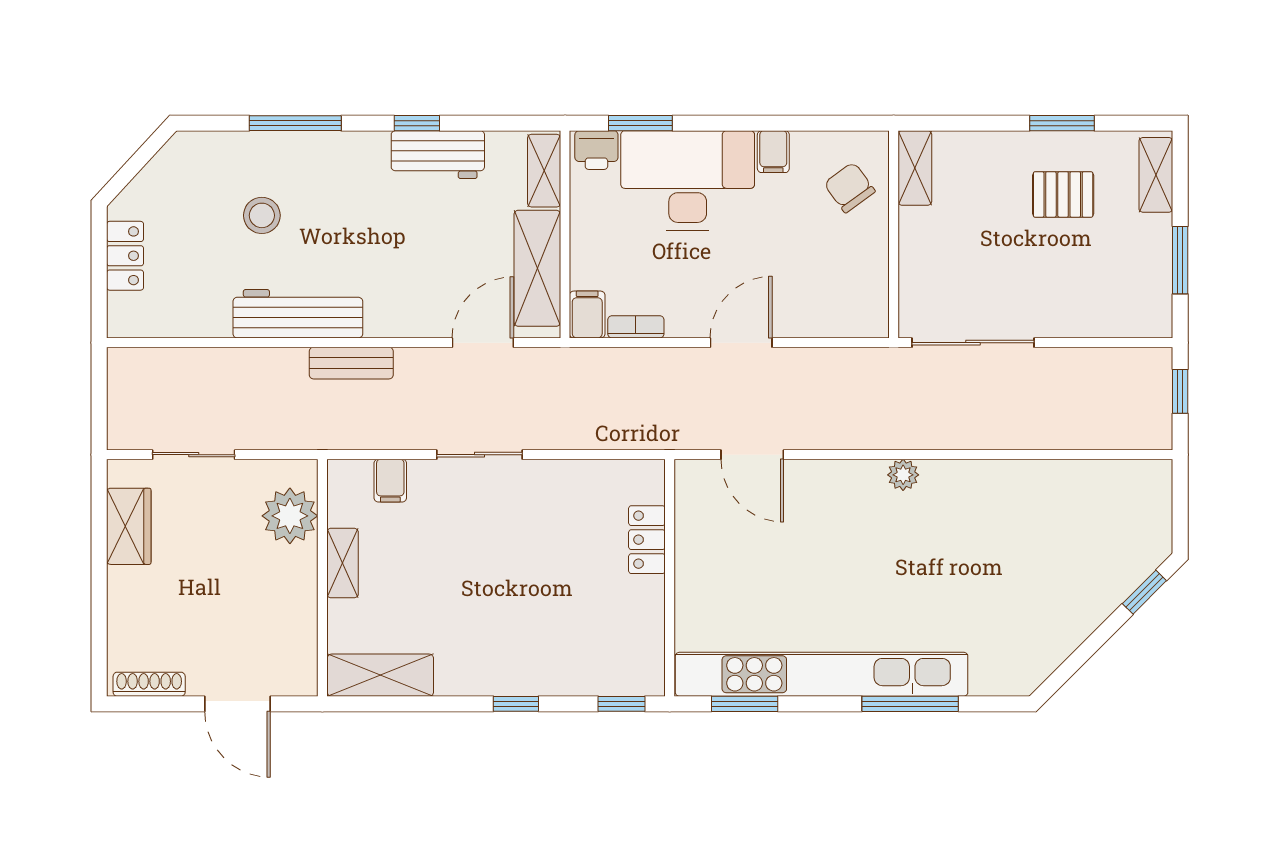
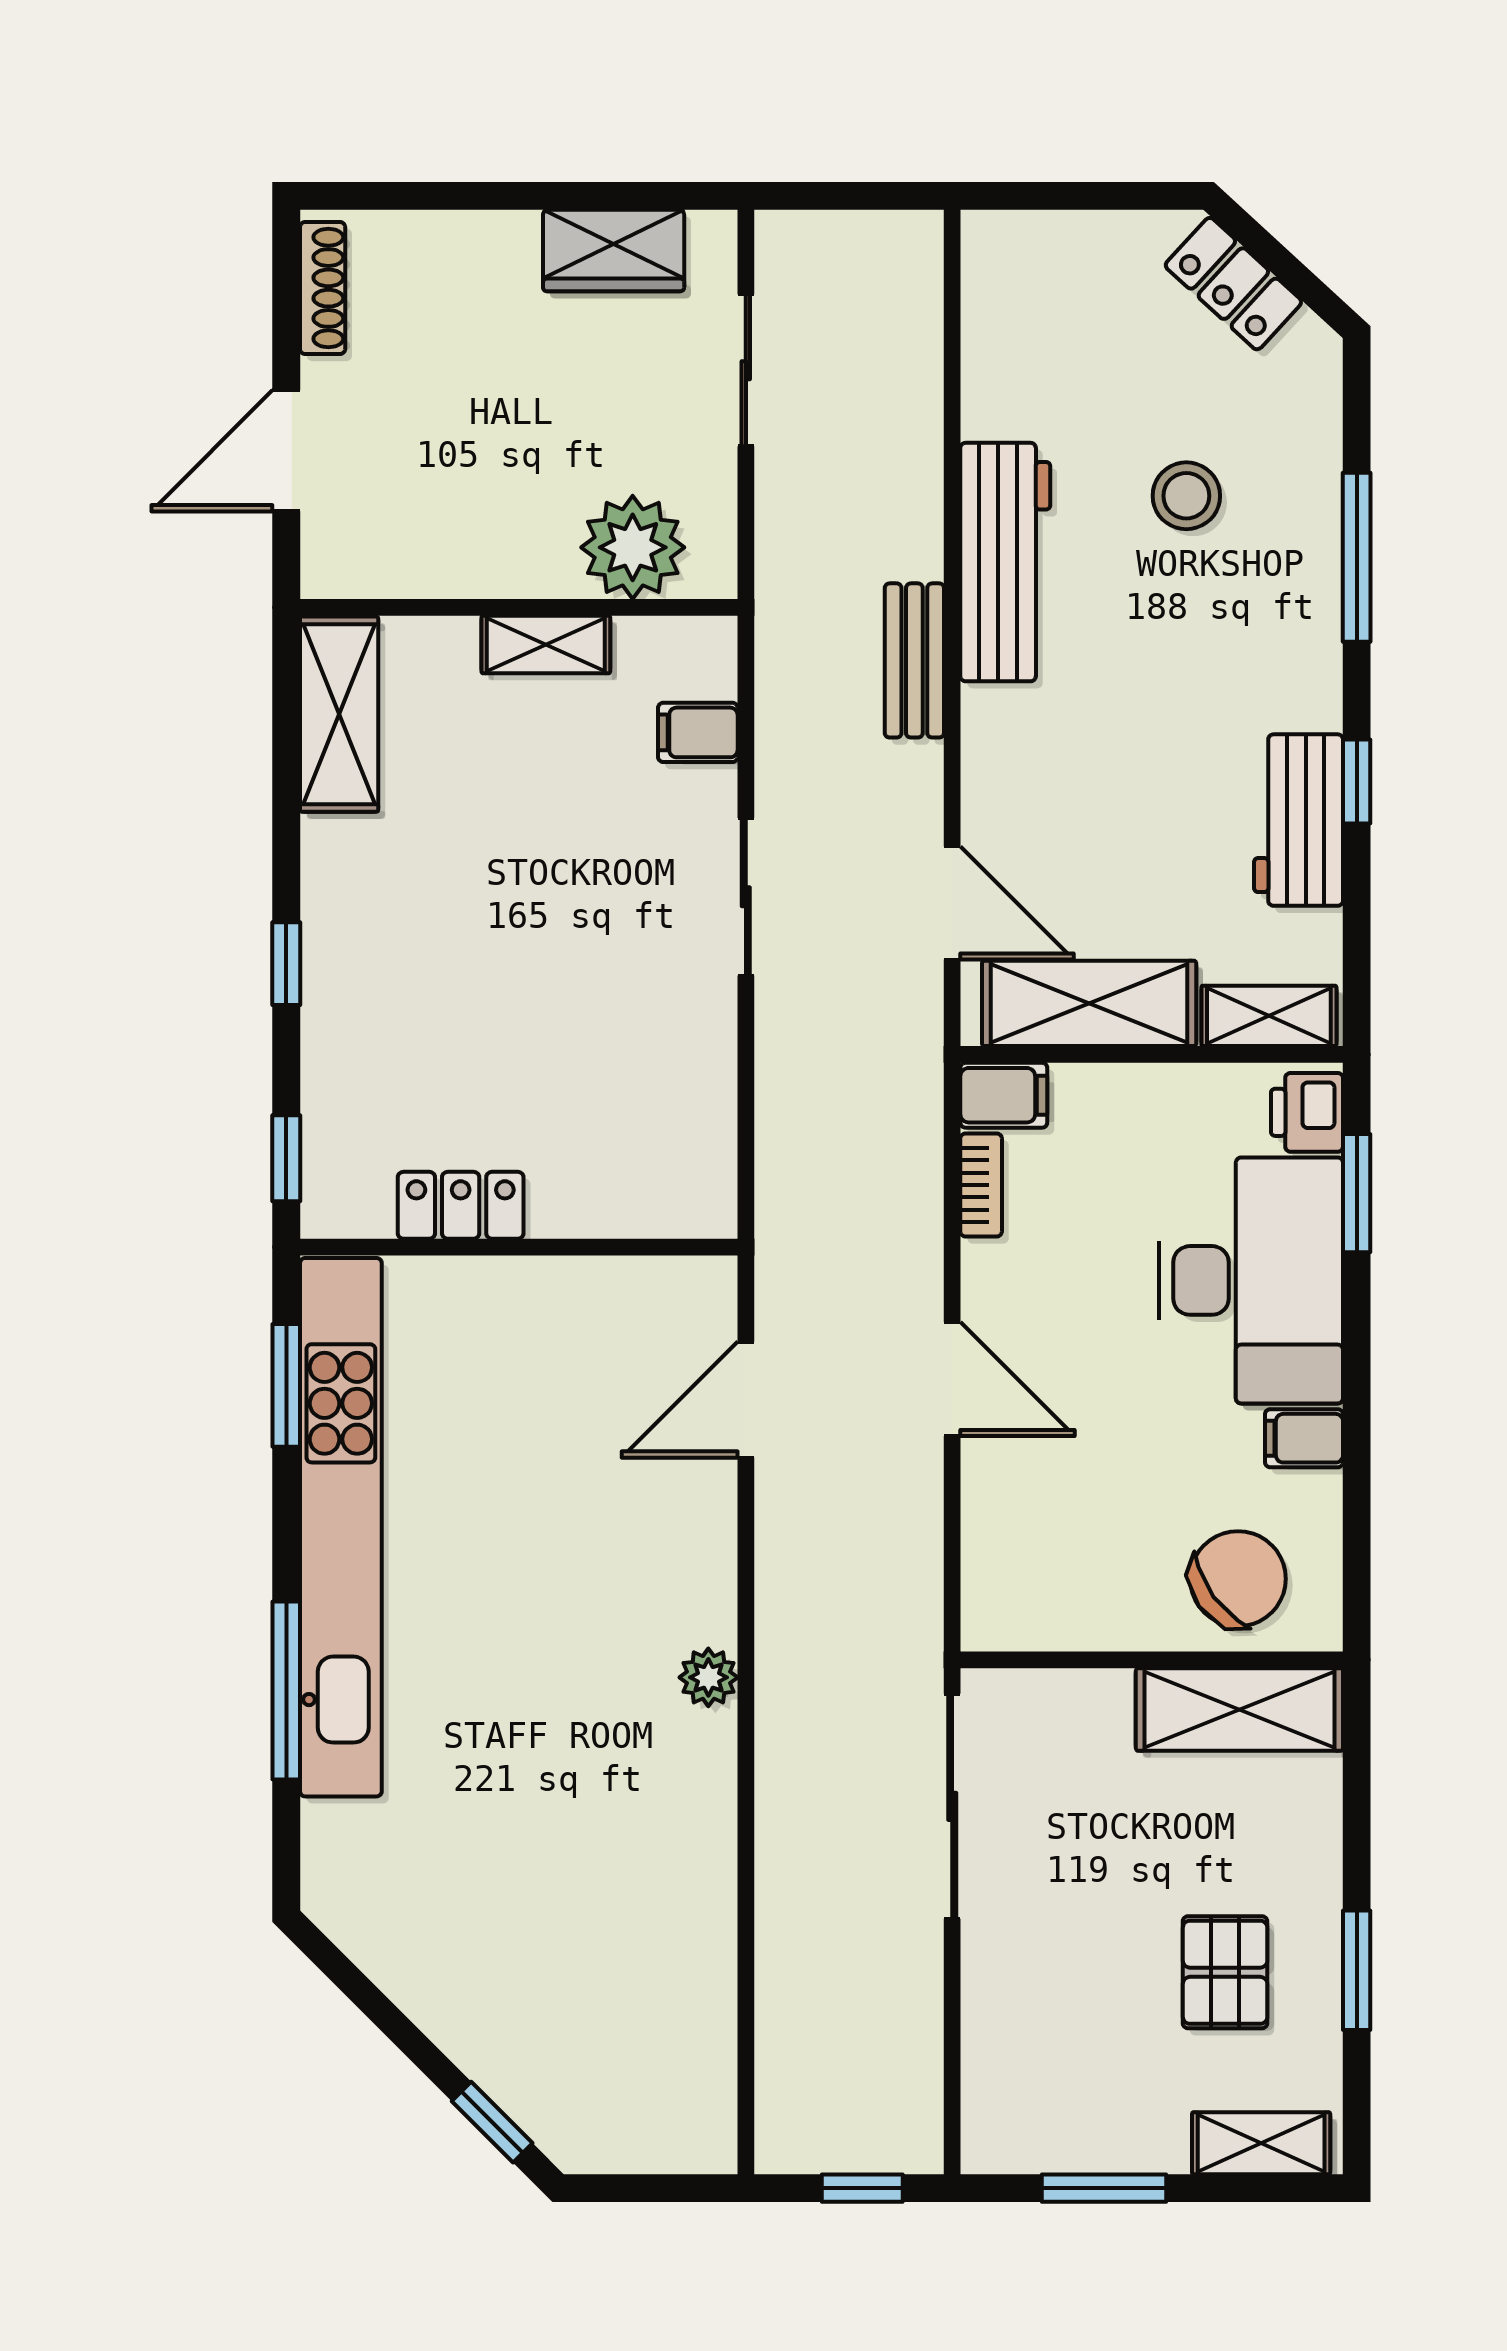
shelving: (915, 168) -> (1239, 1709), width x1.50, depth x1.33
chair: (850, 187) -> (1238, 1579), width x1.37, depth x1.37
locker: (125, 256) -> (1233, 284), moved, turned 43
locker: (647, 540) -> (461, 1205), moved

